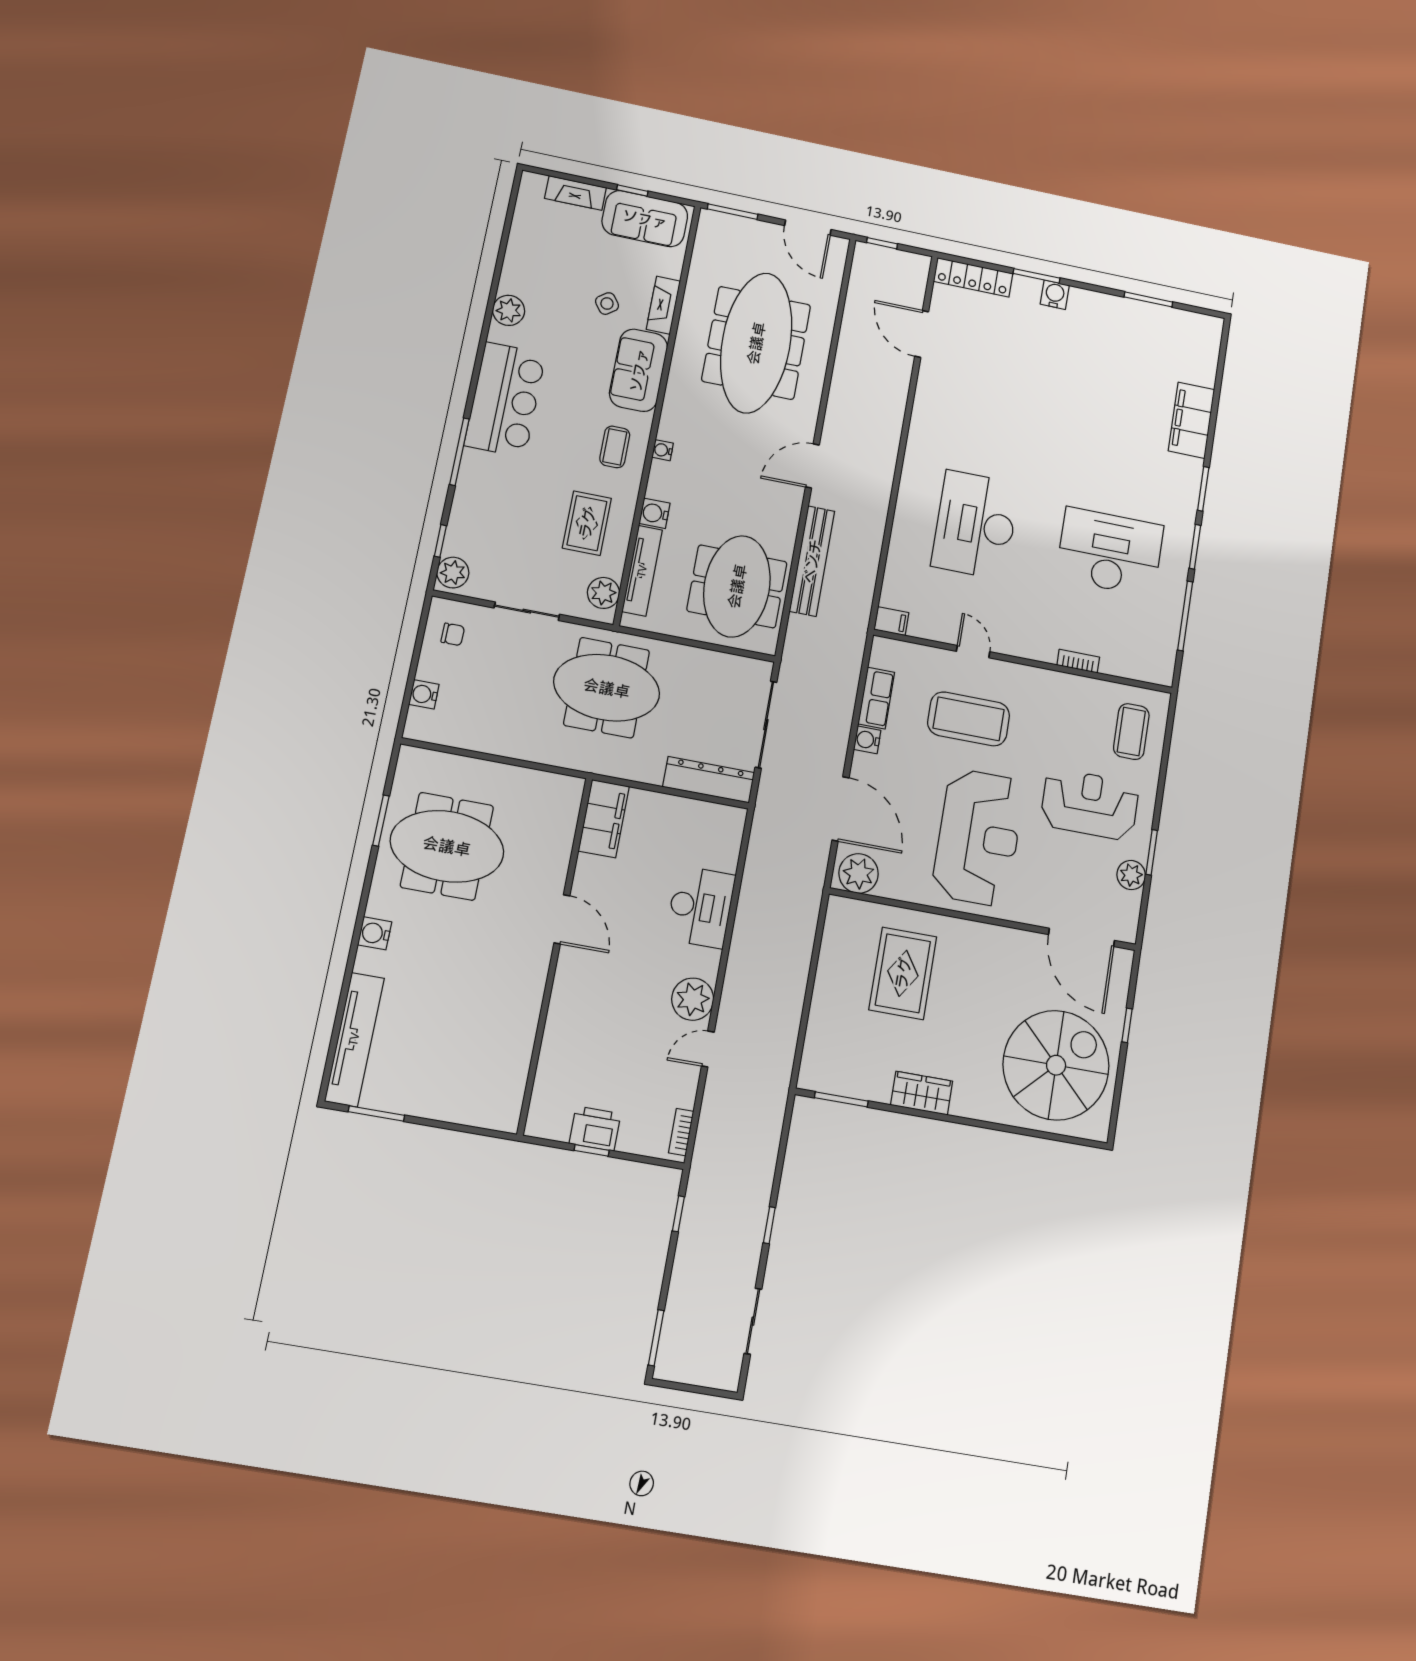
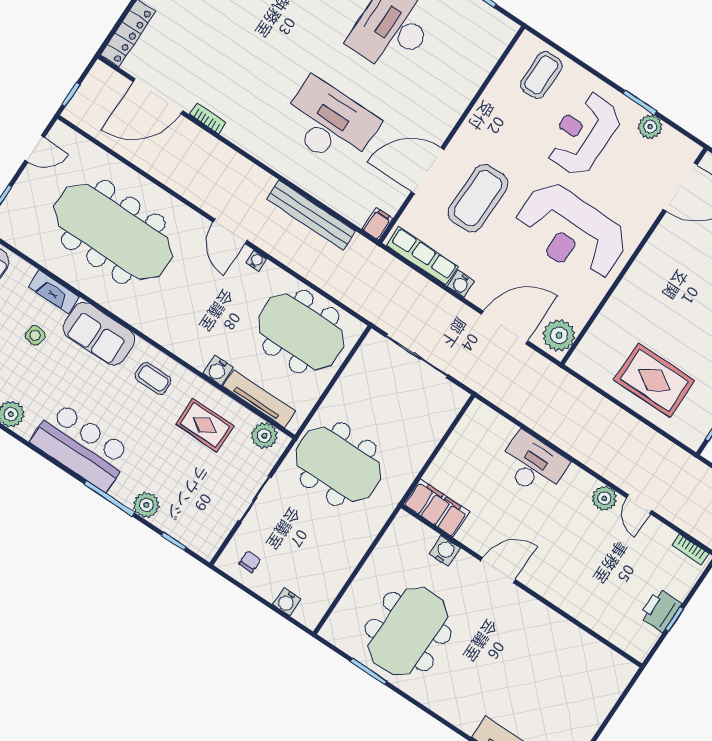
door: (808, 228) -> (35, 149), width x0.73
side table: (607, 304) -> (35, 335), turned 45
door: (922, 334) -> (158, 96), width x1.36
water cooler: (663, 450) -> (256, 261), moved, turned 180
desk: (975, 525) -> (329, 123), turned 180
bench: (812, 561) -> (311, 215), moved
plant: (453, 573) -> (146, 505), moved
door: (973, 652) -> (428, 171), width x1.88
bookcase: (1078, 661) -> (208, 119), moved, turned 90
meeting table: (607, 688) -> (338, 464), turned 90
row of seats: (876, 698) -> (422, 256), width x1.48
coffee table: (1131, 732) -> (541, 75), turned 90
dresser: (709, 780) -> (440, 417), removed
reception desk: (978, 837) -> (571, 232), turned 180
water cooler: (375, 933) -> (445, 551), moved, turned 180
rug: (903, 973) -> (654, 380), moved
plant: (693, 999) -> (604, 498), width x0.73, depth x0.73

